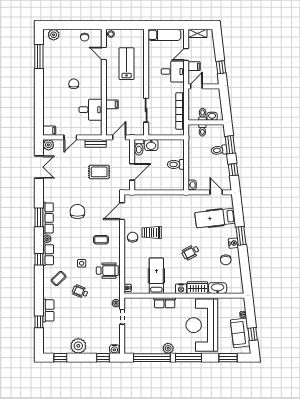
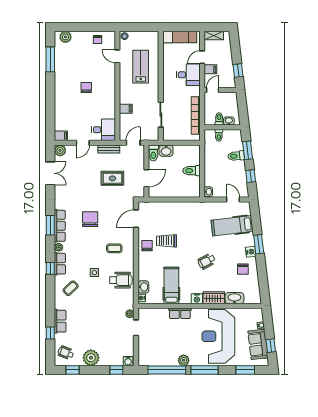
desk: (91, 110) -> (104, 130), moved
washbasin: (129, 277) -> (143, 287), added
wheelchair: (80, 292) -> (66, 353), moved

